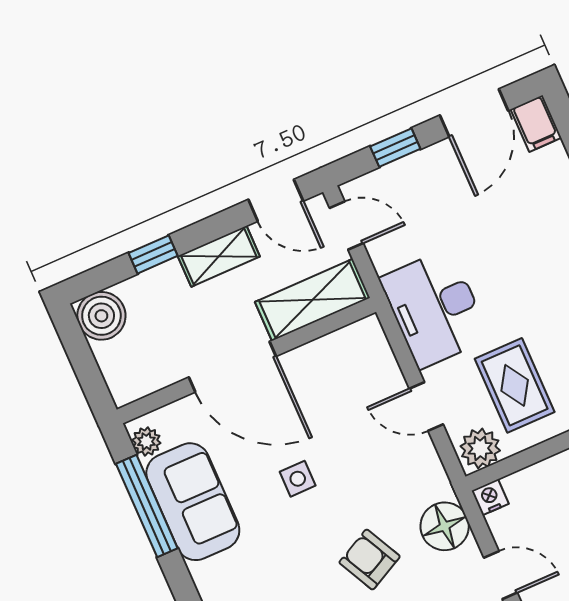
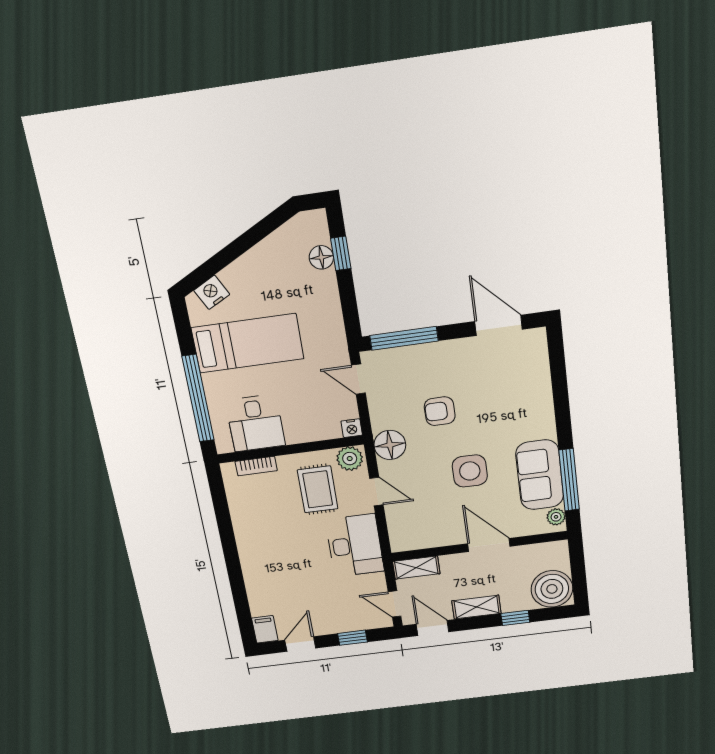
door: (474, 113) -> (300, 644), width x0.73
shelving: (312, 300) -> (416, 568), width x0.67, depth x0.75
boiler: (101, 316) -> (552, 589), width x1.37, depth x1.37
door: (232, 367) -> (489, 545), width x0.73
side table: (298, 479) -> (470, 471), width x1.87, depth x1.87
floor lamp: (445, 526) -> (390, 445), moved
armchair: (370, 560) -> (440, 411), turned 117

